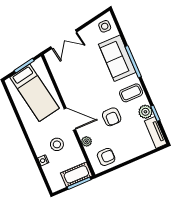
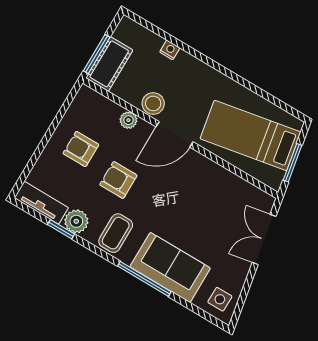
stool: (57, 144) -> (153, 103), moved
armchair: (106, 157) -> (81, 149), moved, turned 90

